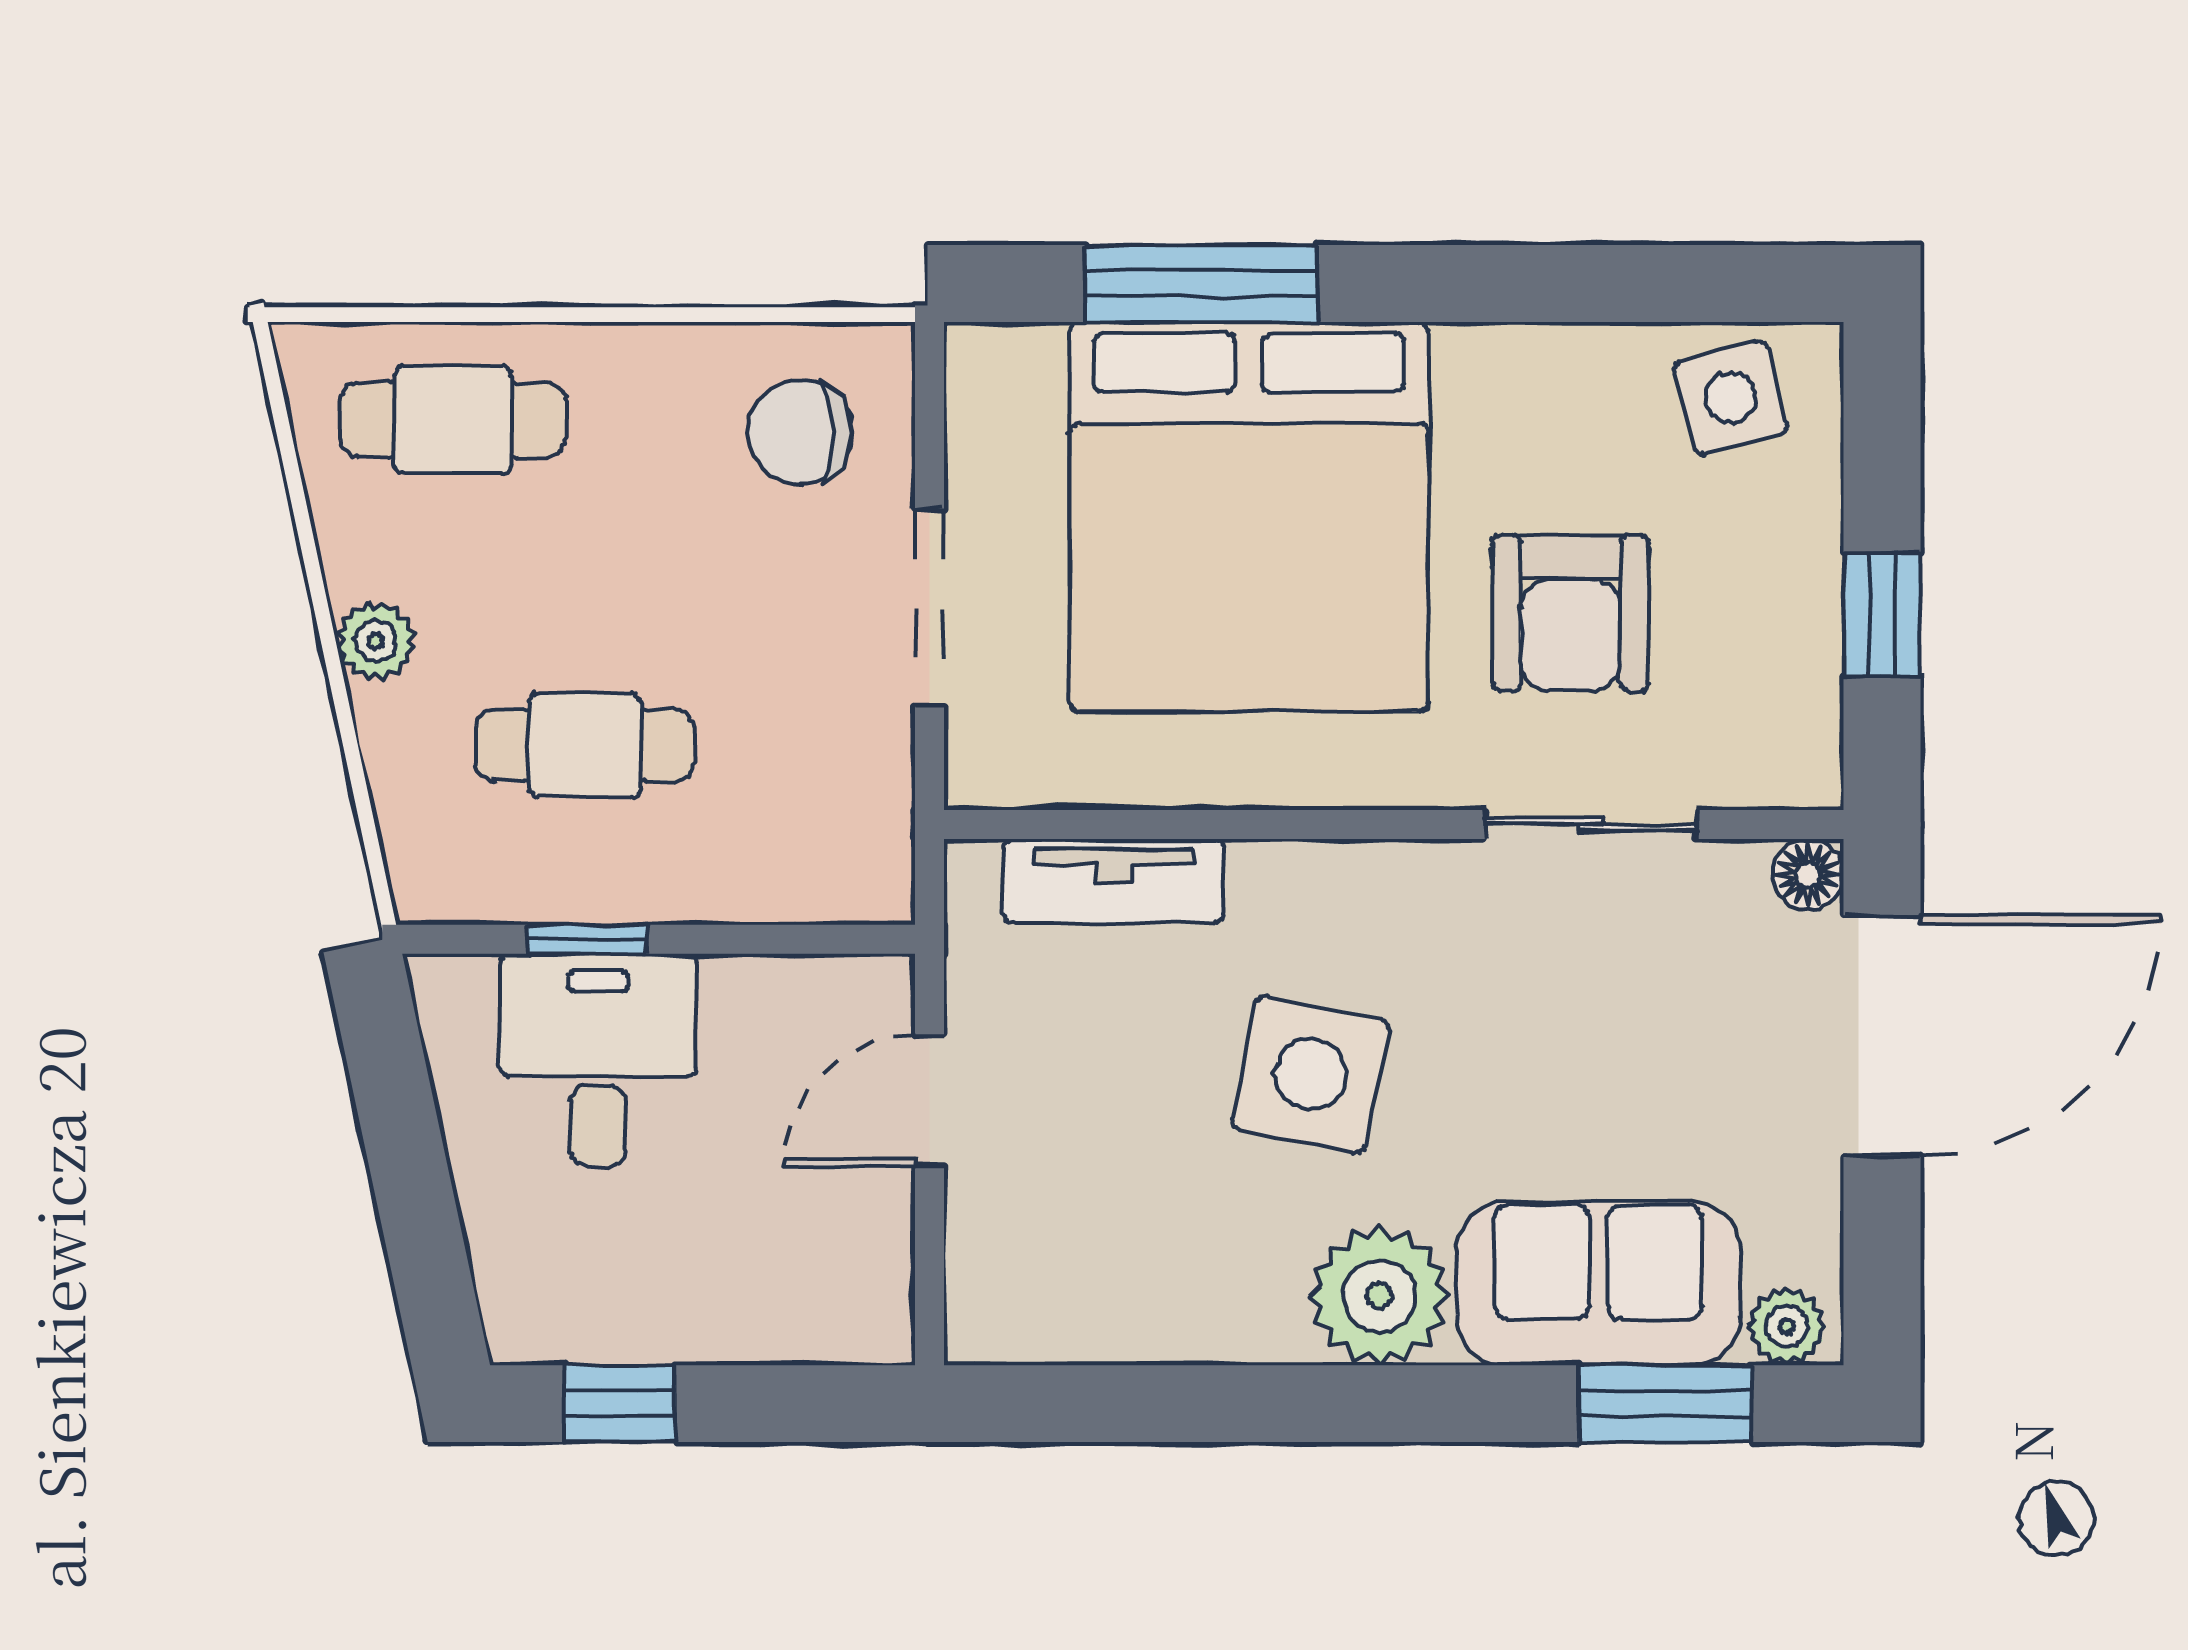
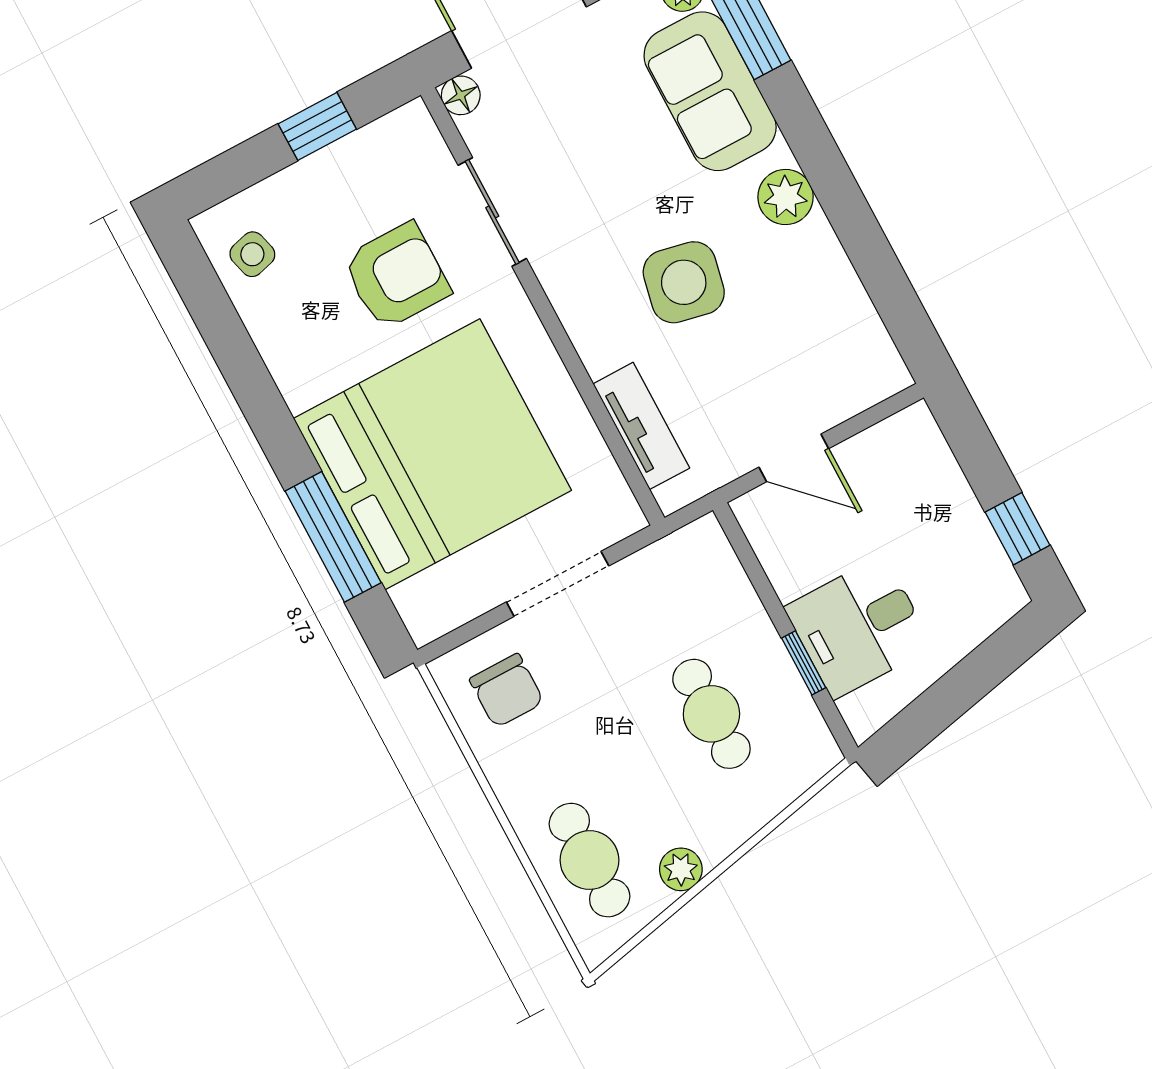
side table: (1731, 398) -> (252, 254), width x0.73, depth x0.73
plant: (376, 641) -> (681, 869), moved
plant: (1379, 1296) -> (786, 197), width x0.73, depth x0.73

